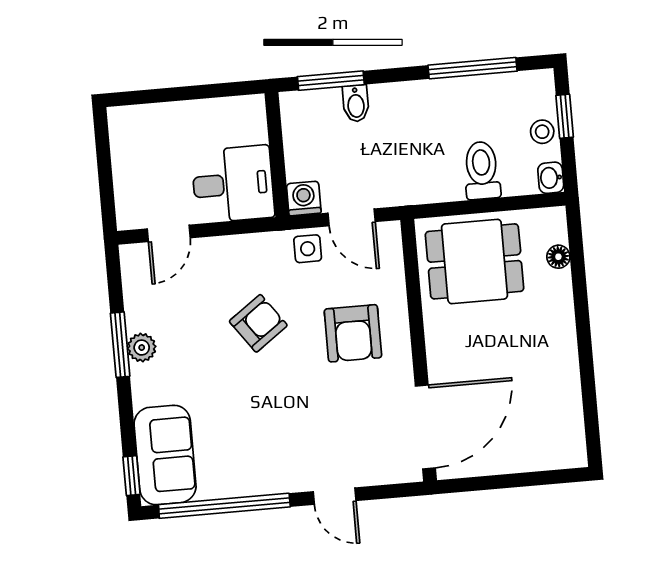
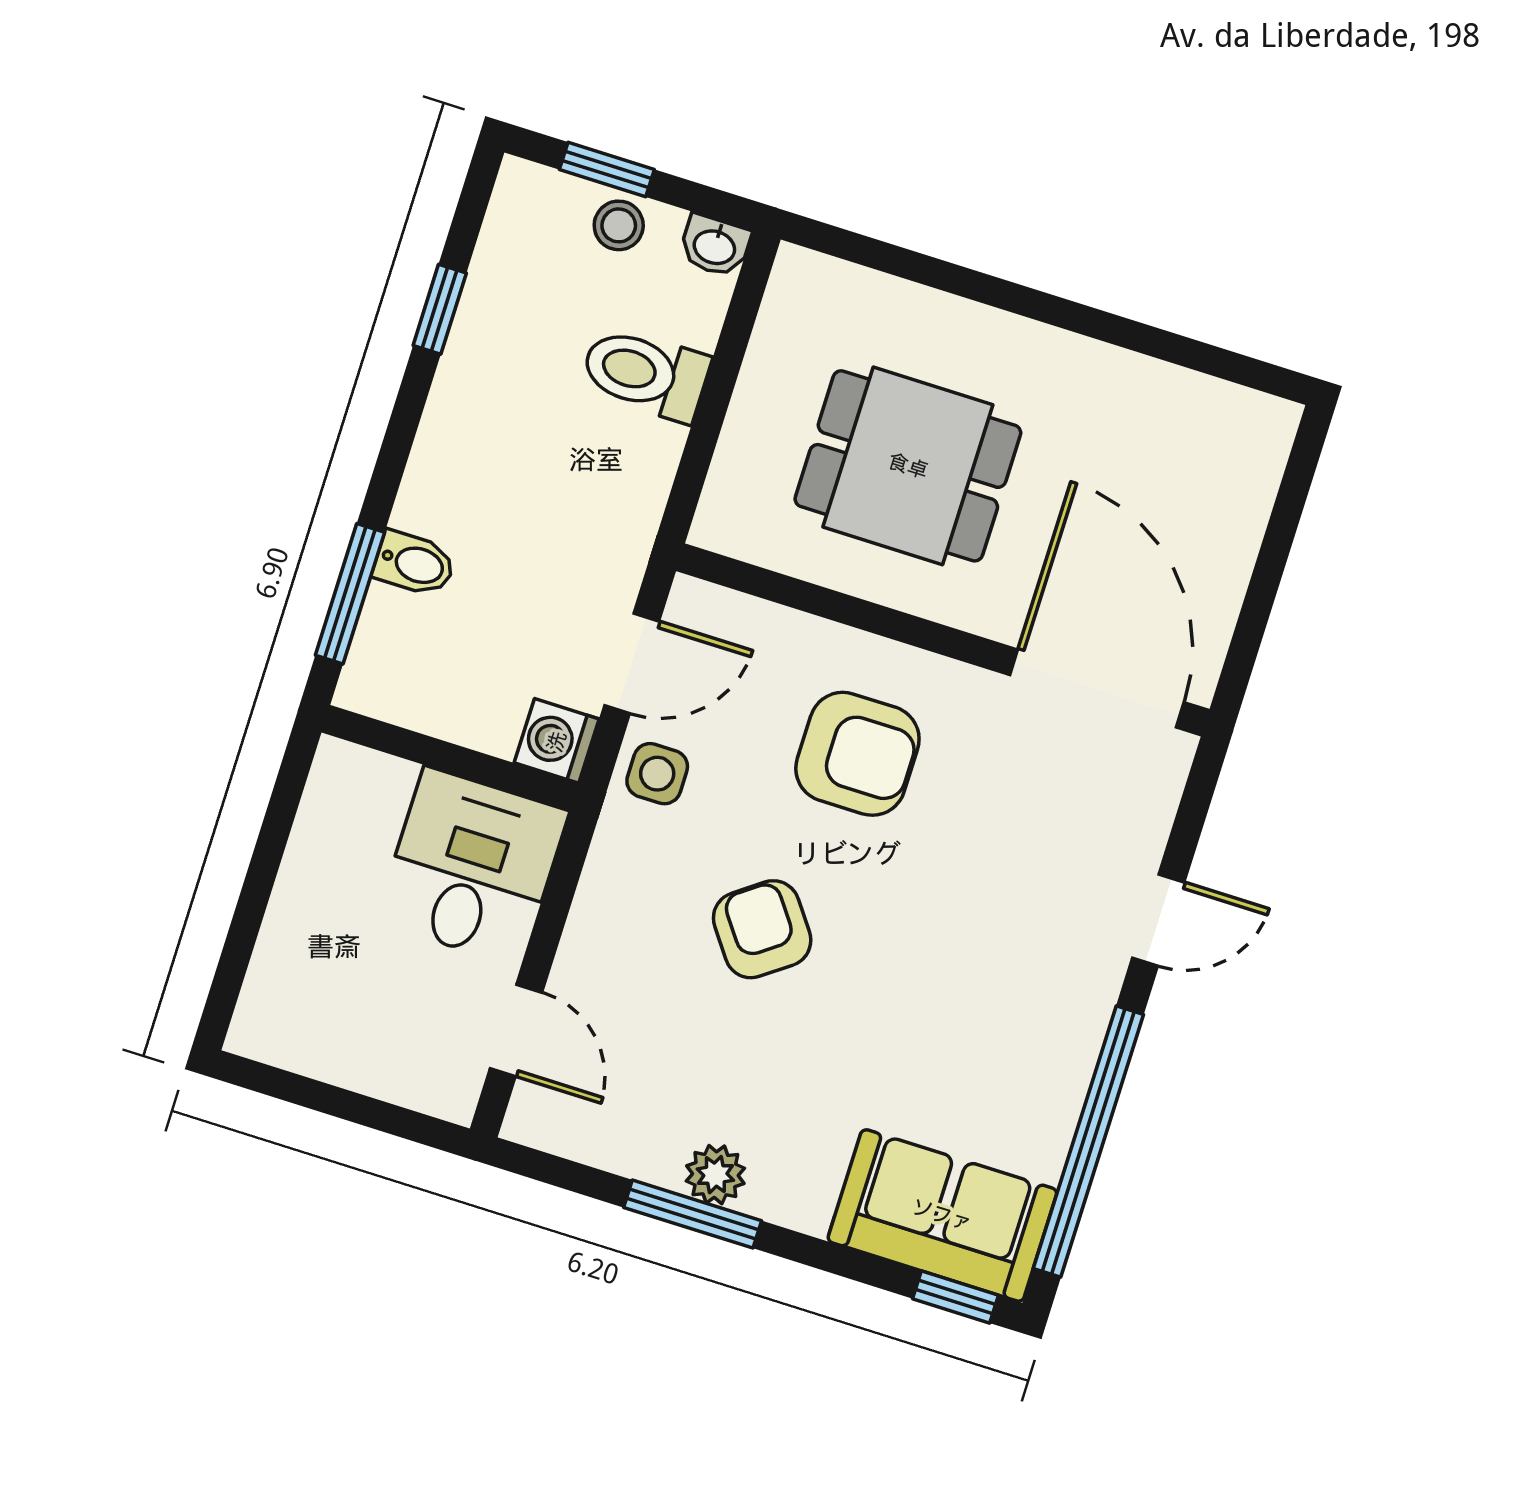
window: (473, 68) -> (440, 309), width x0.46
floor lamp: (558, 257) -> (874, 294), removed
dining table: (475, 261) -> (908, 466), moved, turned 90

